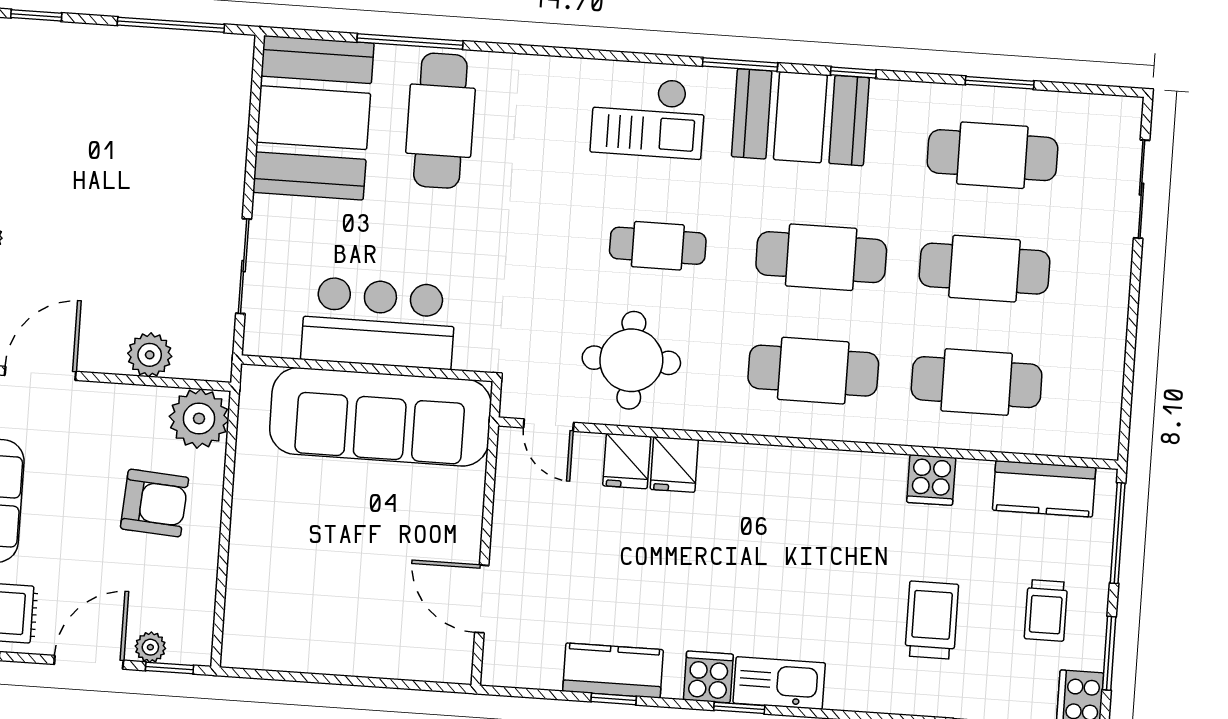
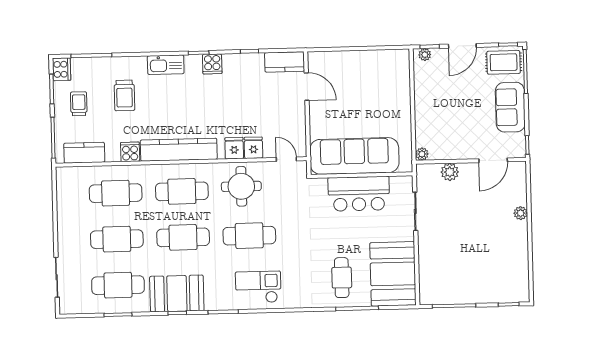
booth: (800, 117) -> (177, 293), moved
cafe table: (440, 121) -> (342, 278), width x0.73, depth x0.74
cafe table: (658, 246) -> (249, 236), width x1.37, depth x1.35
round table: (631, 360) -> (241, 186), moved
plant: (199, 419) -> (422, 154), width x0.53, depth x0.53
kitchen counter: (811, 474) -> (179, 150), added
armchair: (154, 503) -> (442, 112), removed
plant: (150, 647) -> (425, 55), moved
kitchen counter: (613, 670) -> (285, 62), moved
kitchen sink: (779, 683) -> (166, 65), moved

